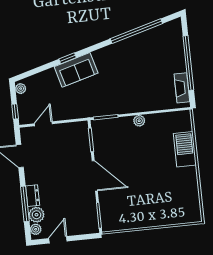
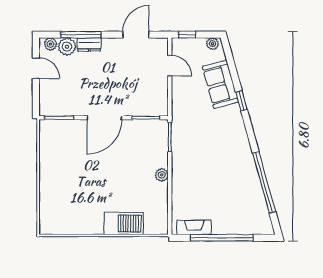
sofa: (76, 70) -> (220, 84), moved

